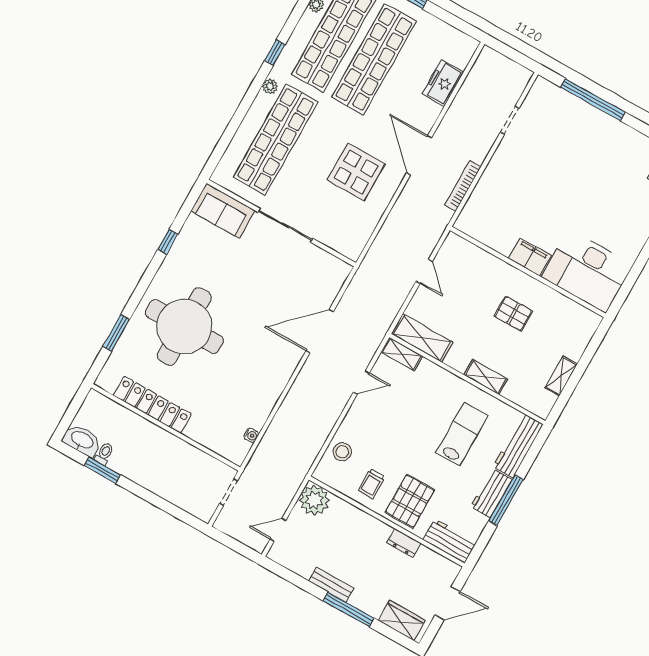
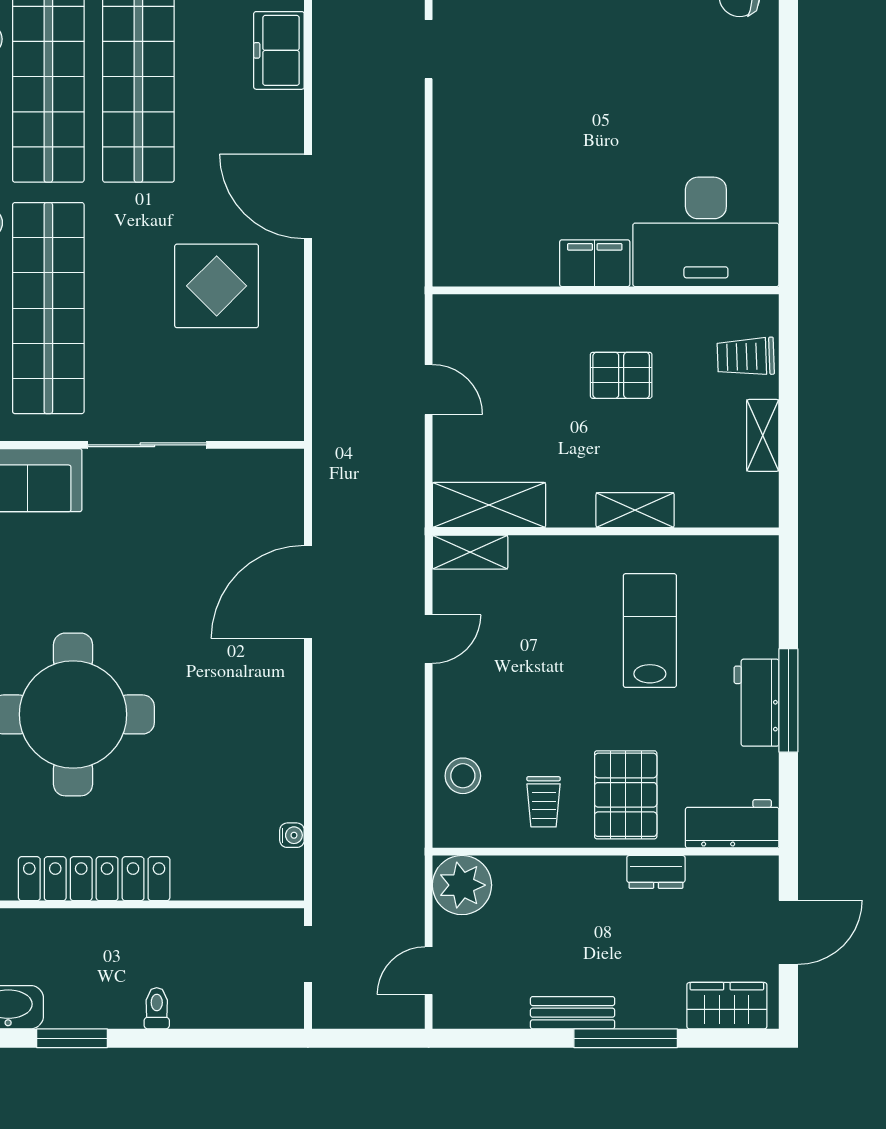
bookcase: (463, 186) -> (412, 206), removed
trolley: (573, 337) -> (746, 357), added
workbench: (518, 446) -> (756, 596), removed
toilet: (104, 454) -> (157, 1008), moved

